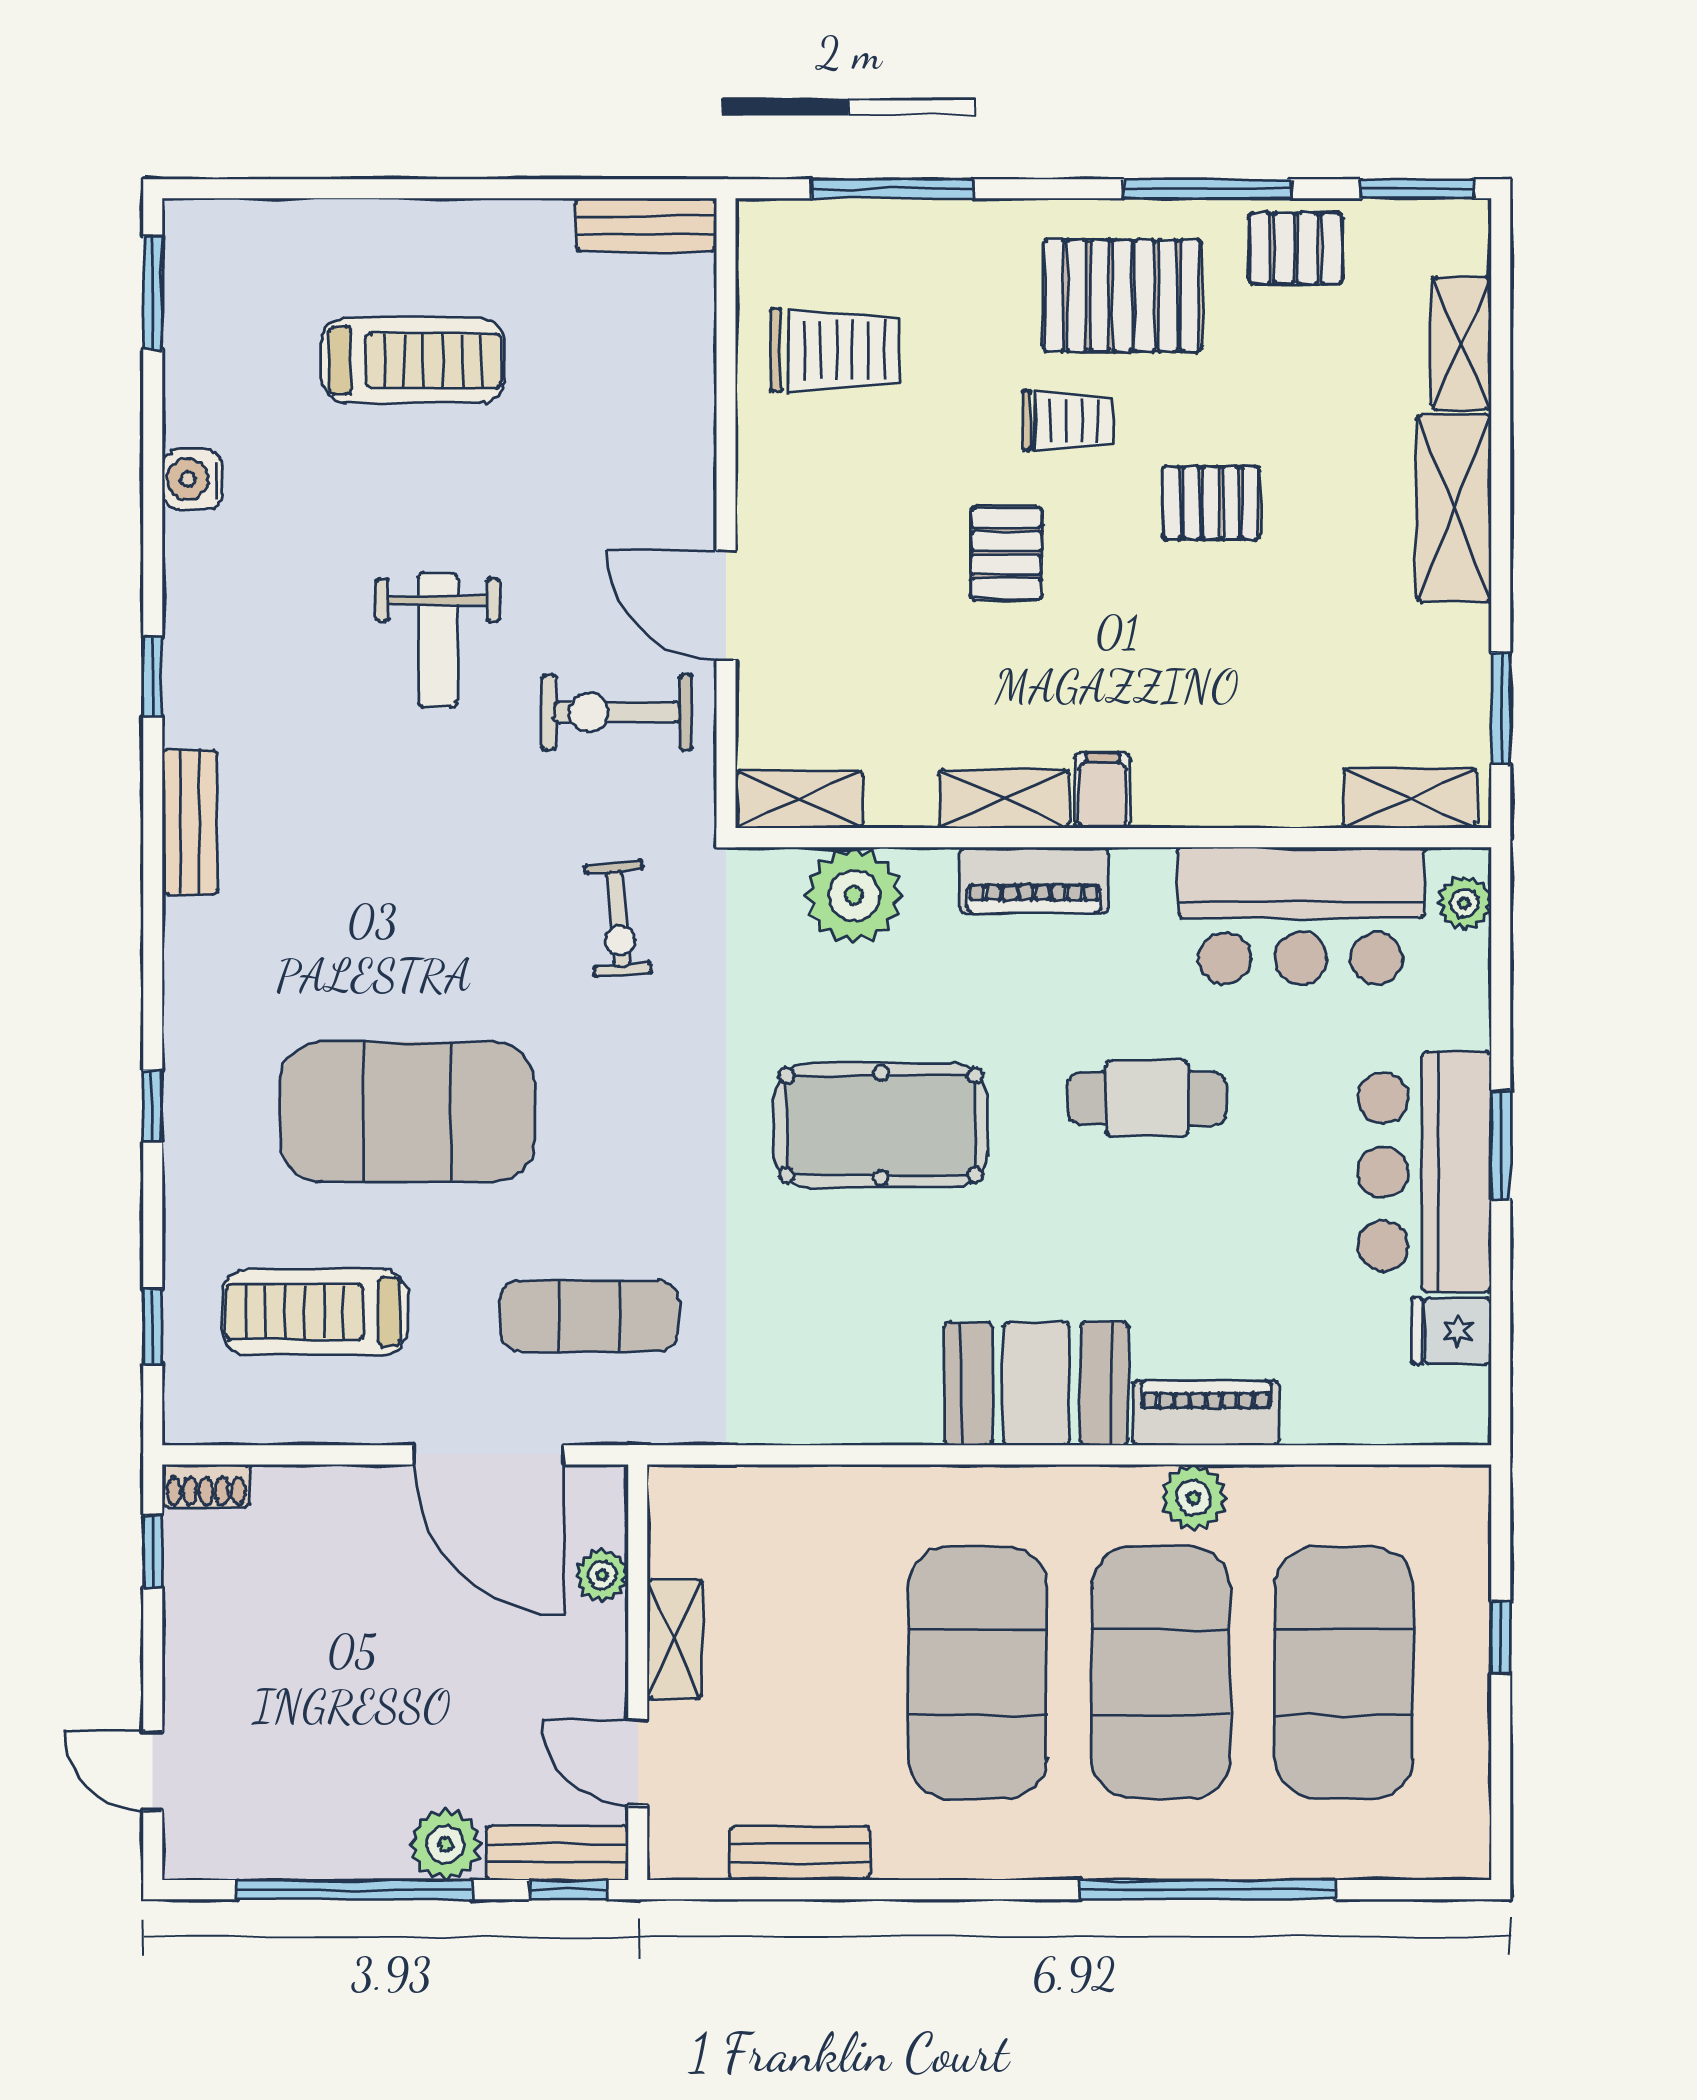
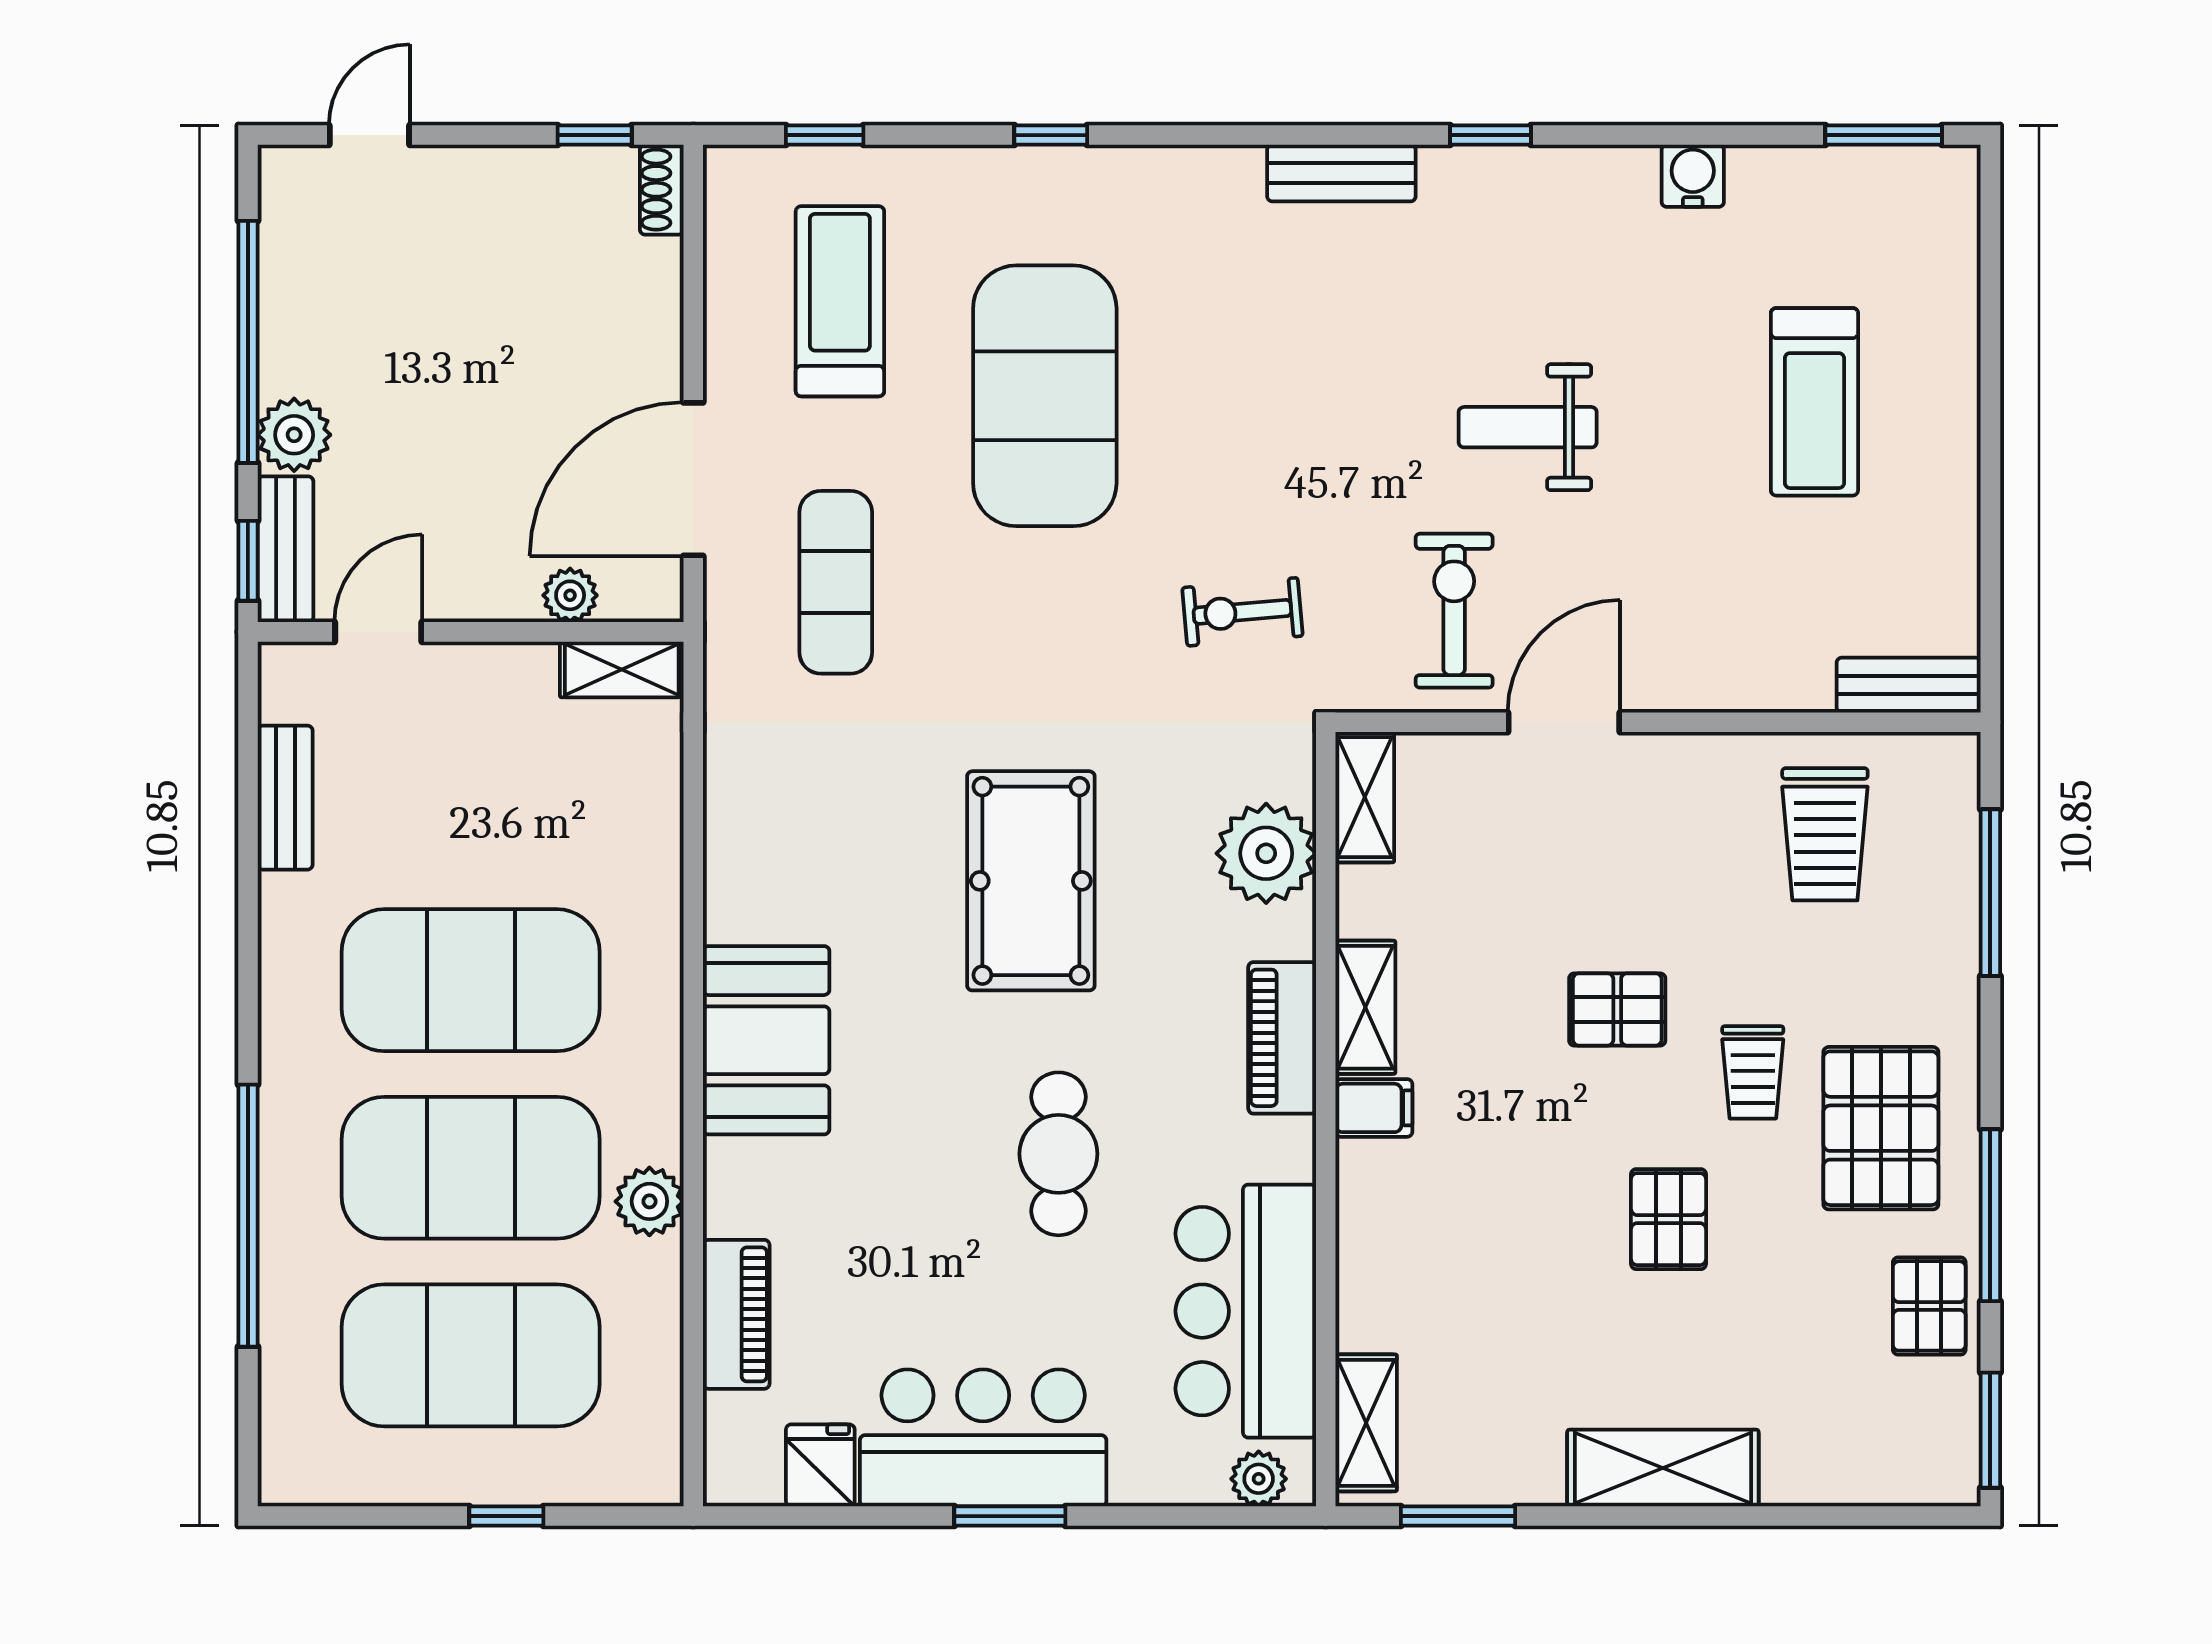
bench: (646, 225) -> (1909, 685), moved, turned 90
shelving: (1461, 343) -> (1832, 1476), removed
piano: (1206, 1413) -> (736, 1314), moved
shelving: (674, 1639) -> (622, 669), moved

